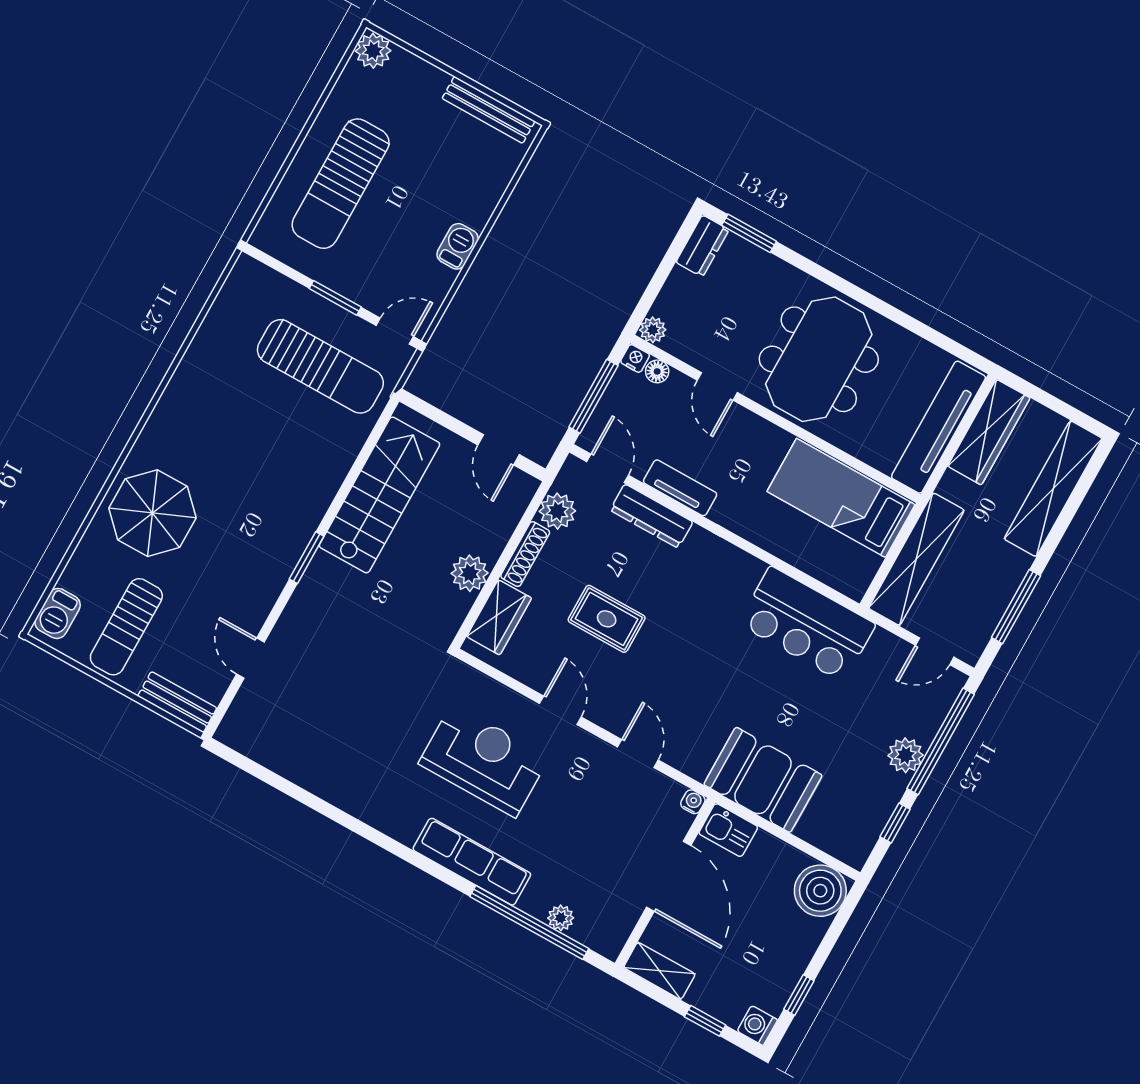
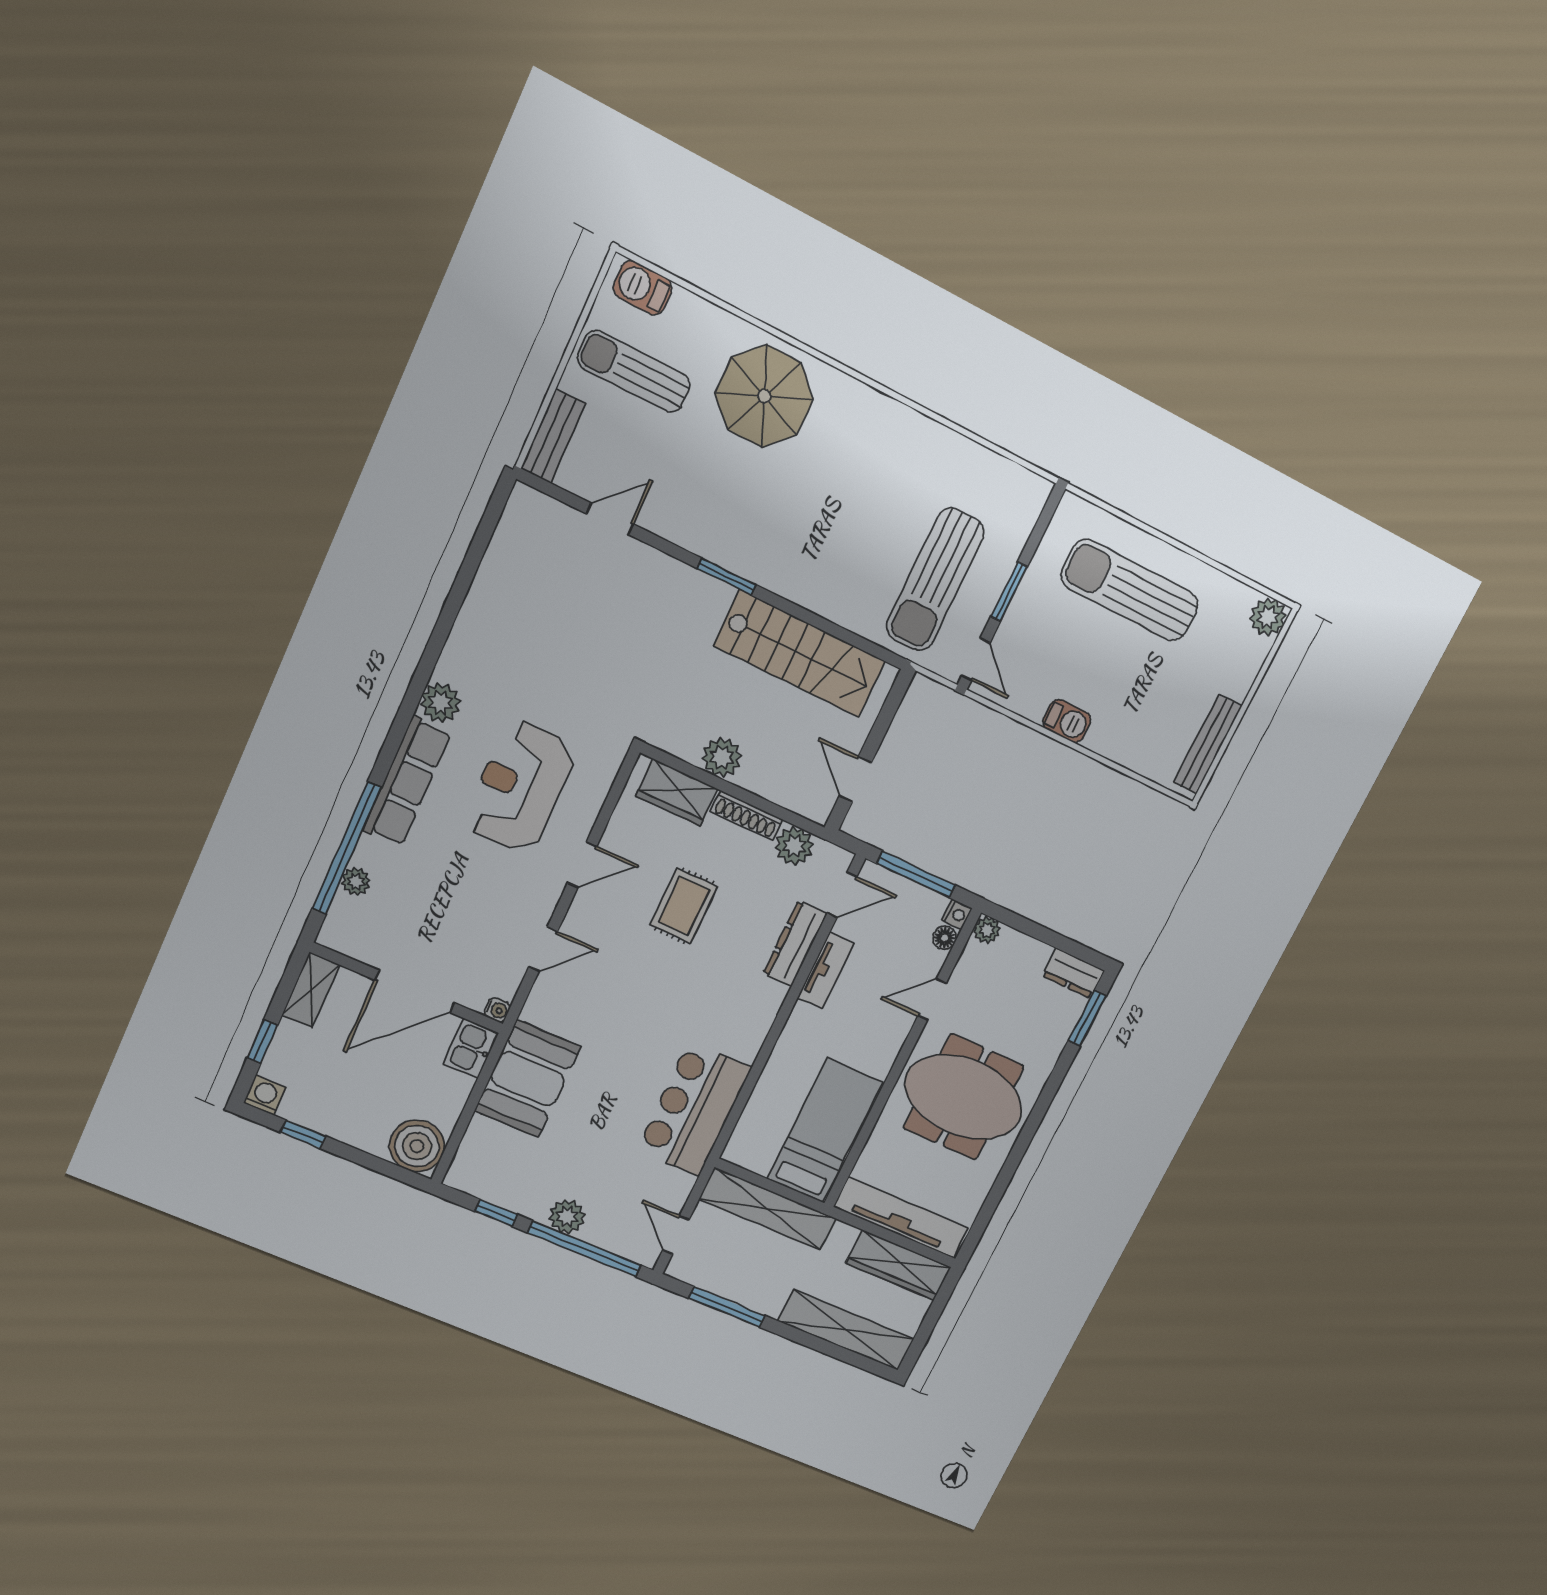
door: (499, 450) -> (855, 779), hinge flipped
reception desk: (484, 760) -> (520, 787), turned 180
plant: (403, 824) -> (441, 703), added

